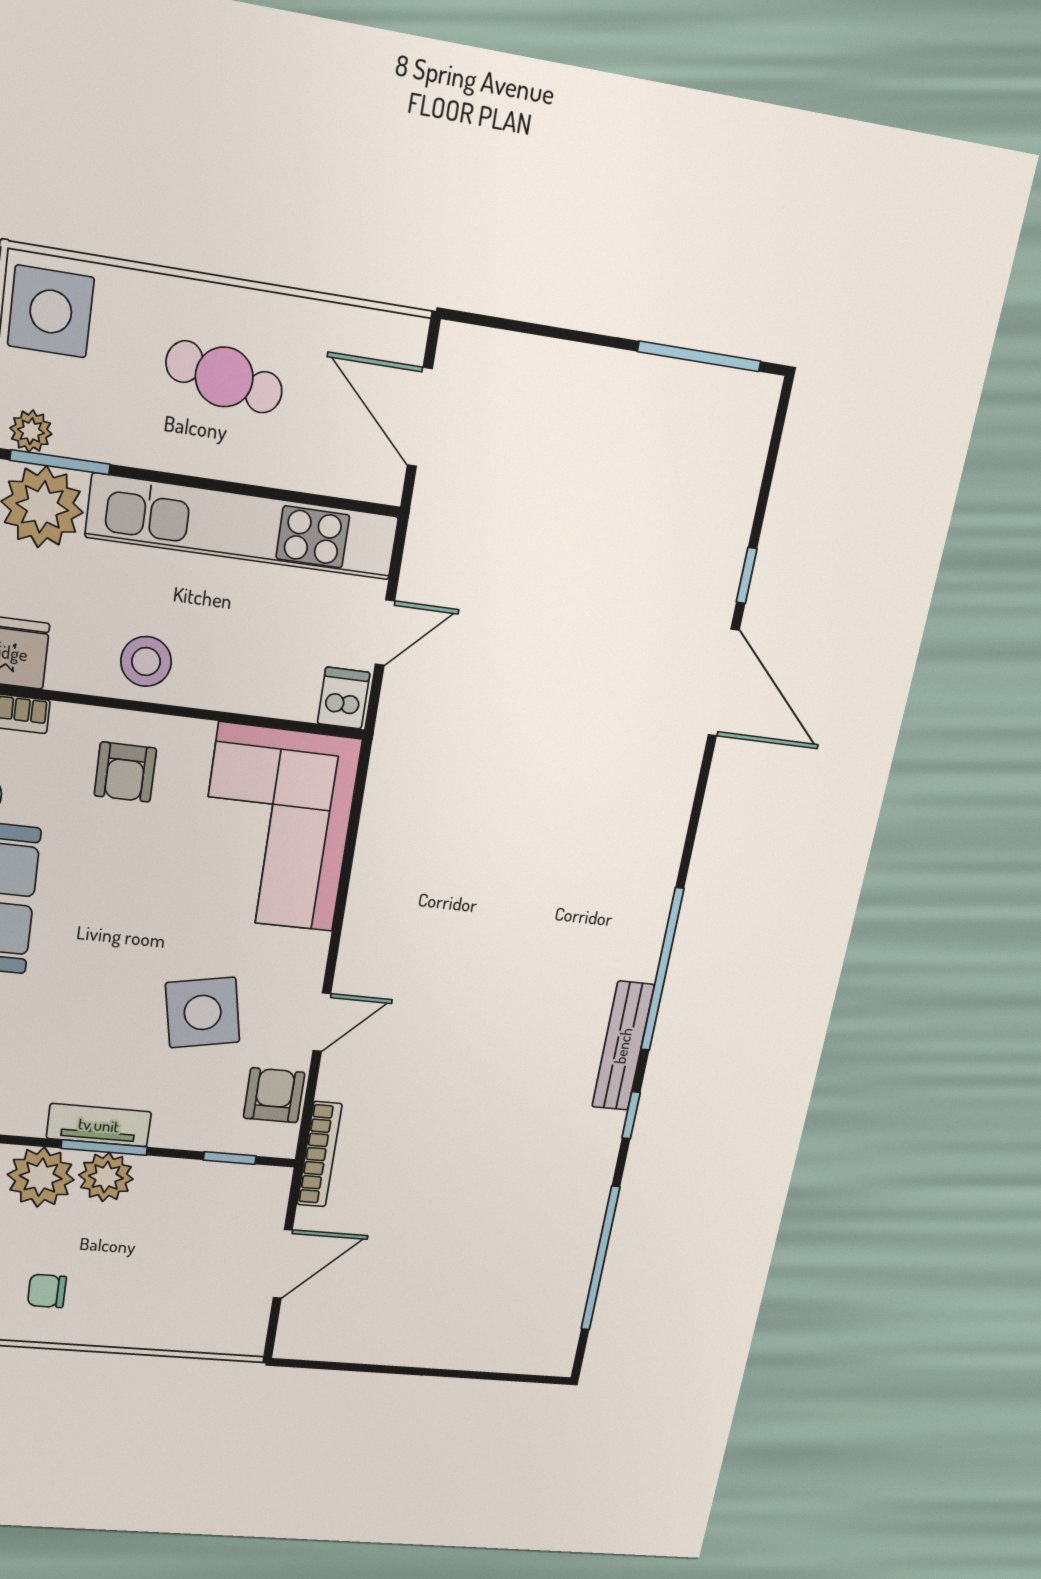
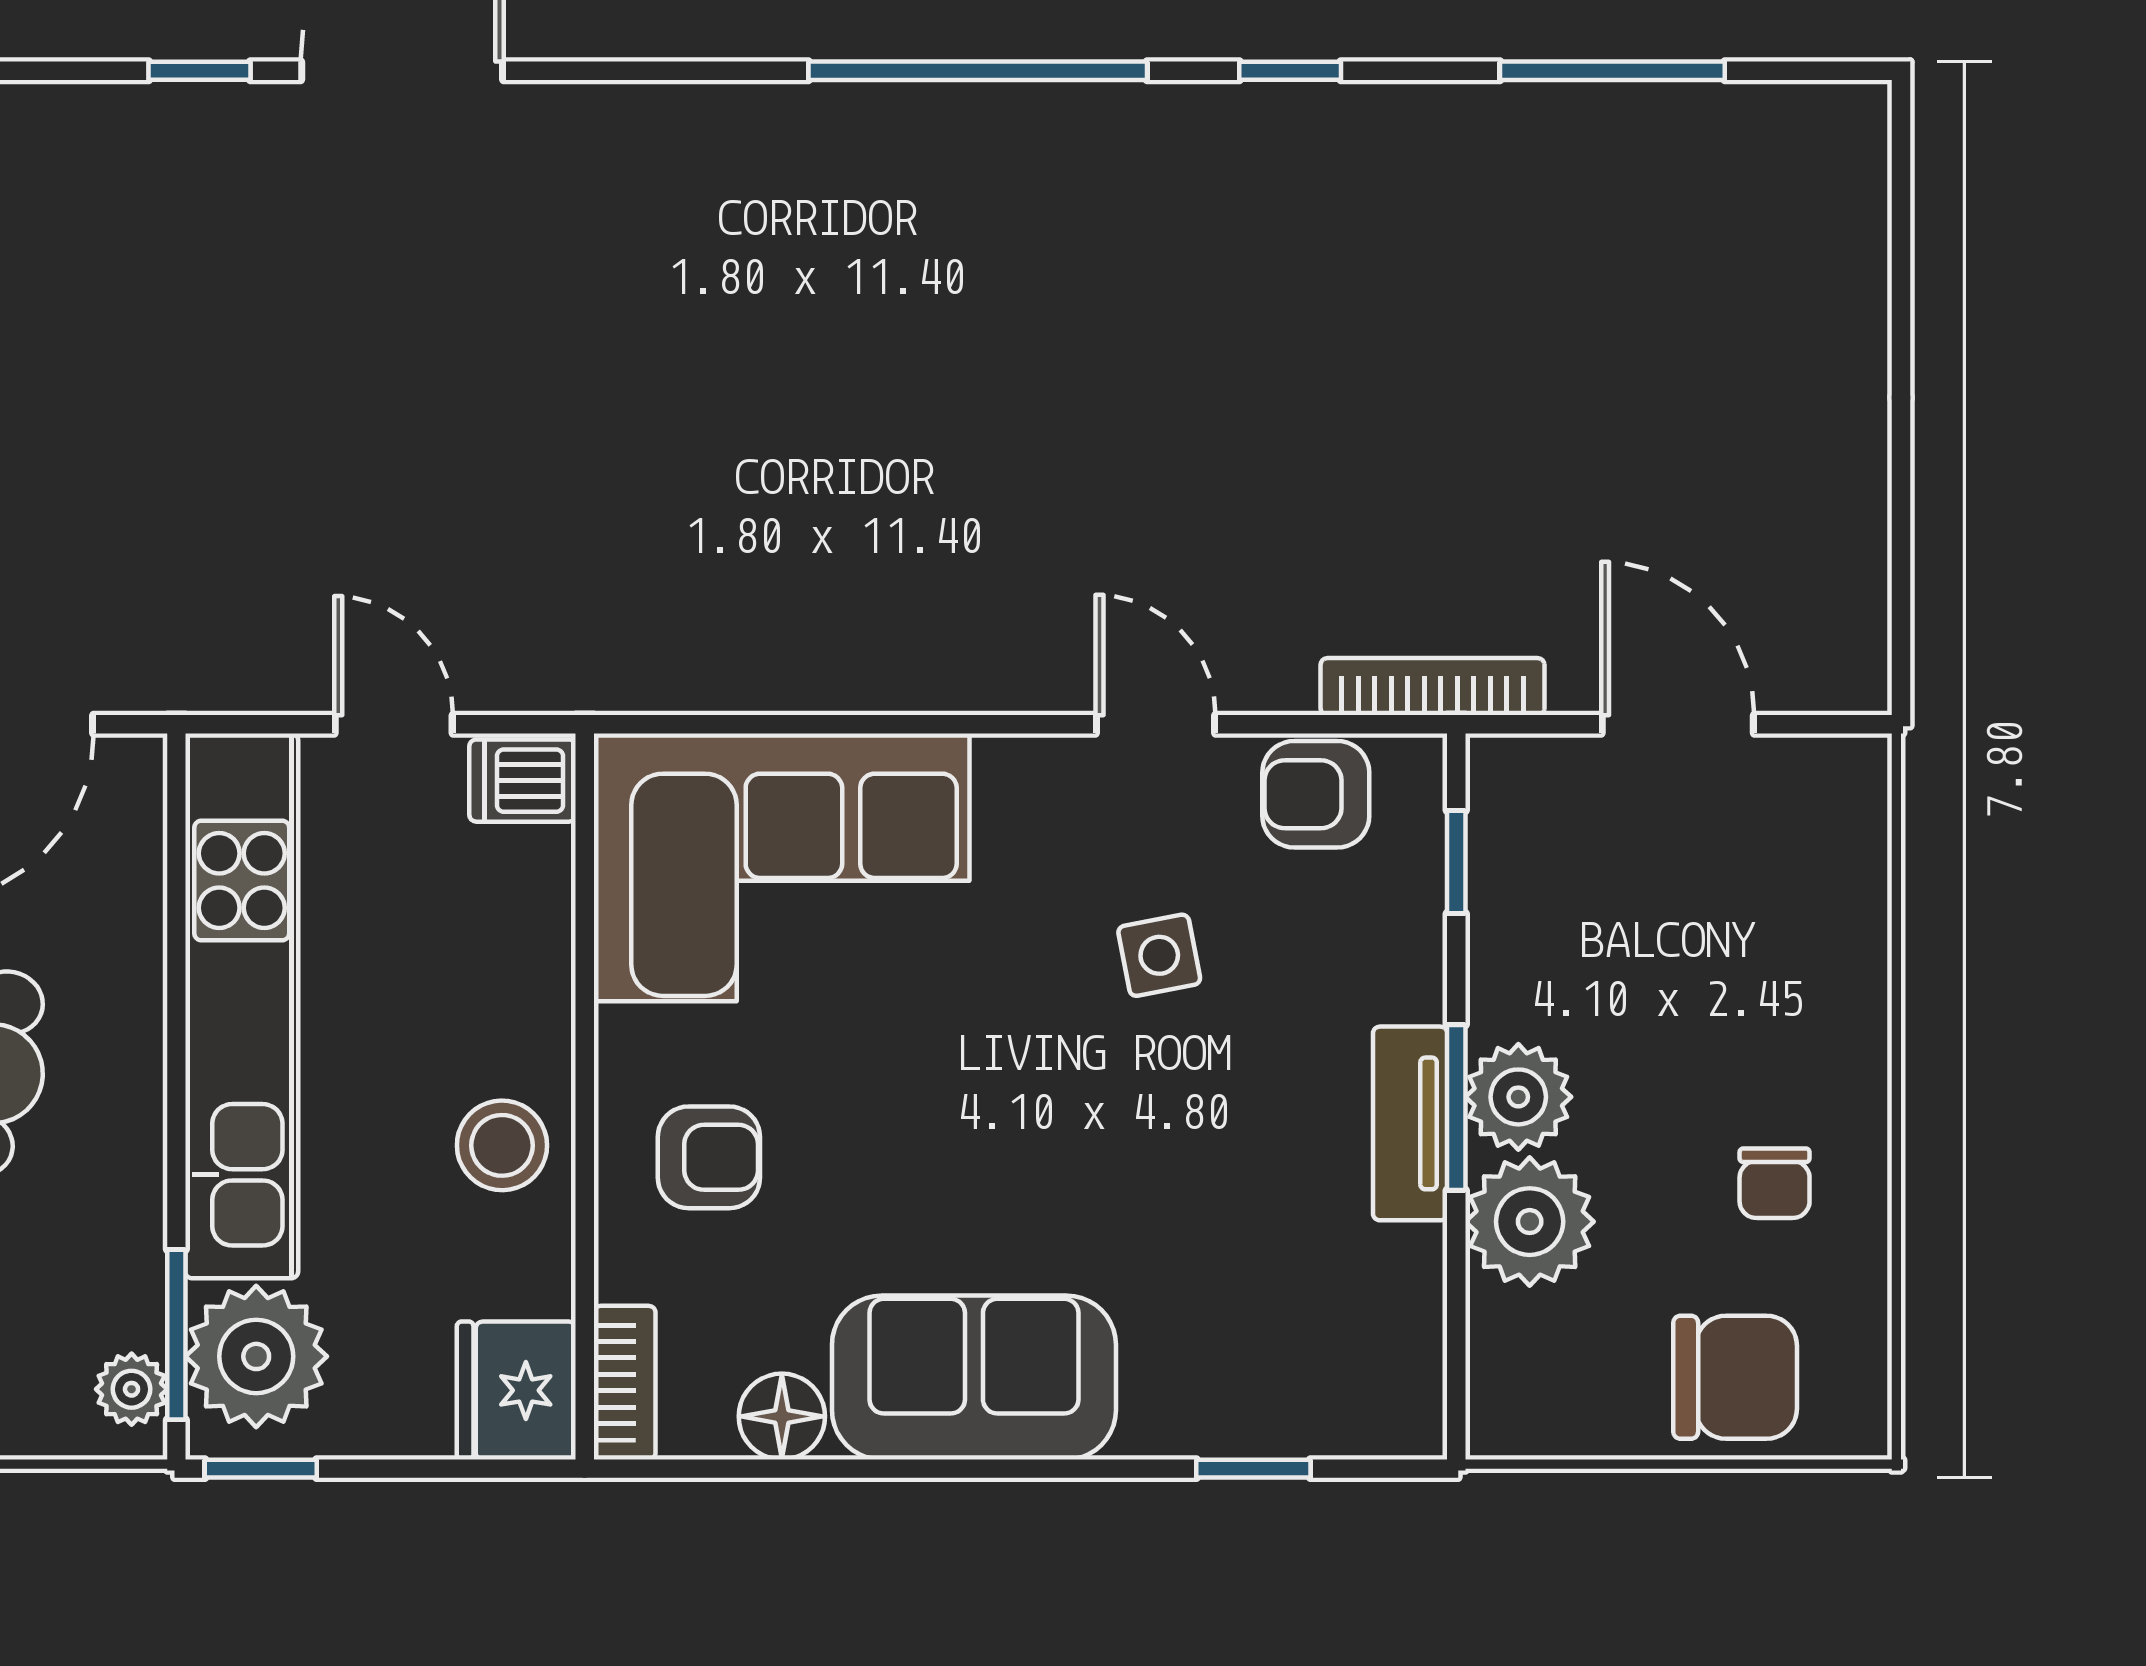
side table: (203, 1013) -> (1159, 955), width x0.54, depth x0.54
bench: (623, 1046) -> (1145, 118), removed
window: (600, 1259) -> (1612, 71), width x0.68

